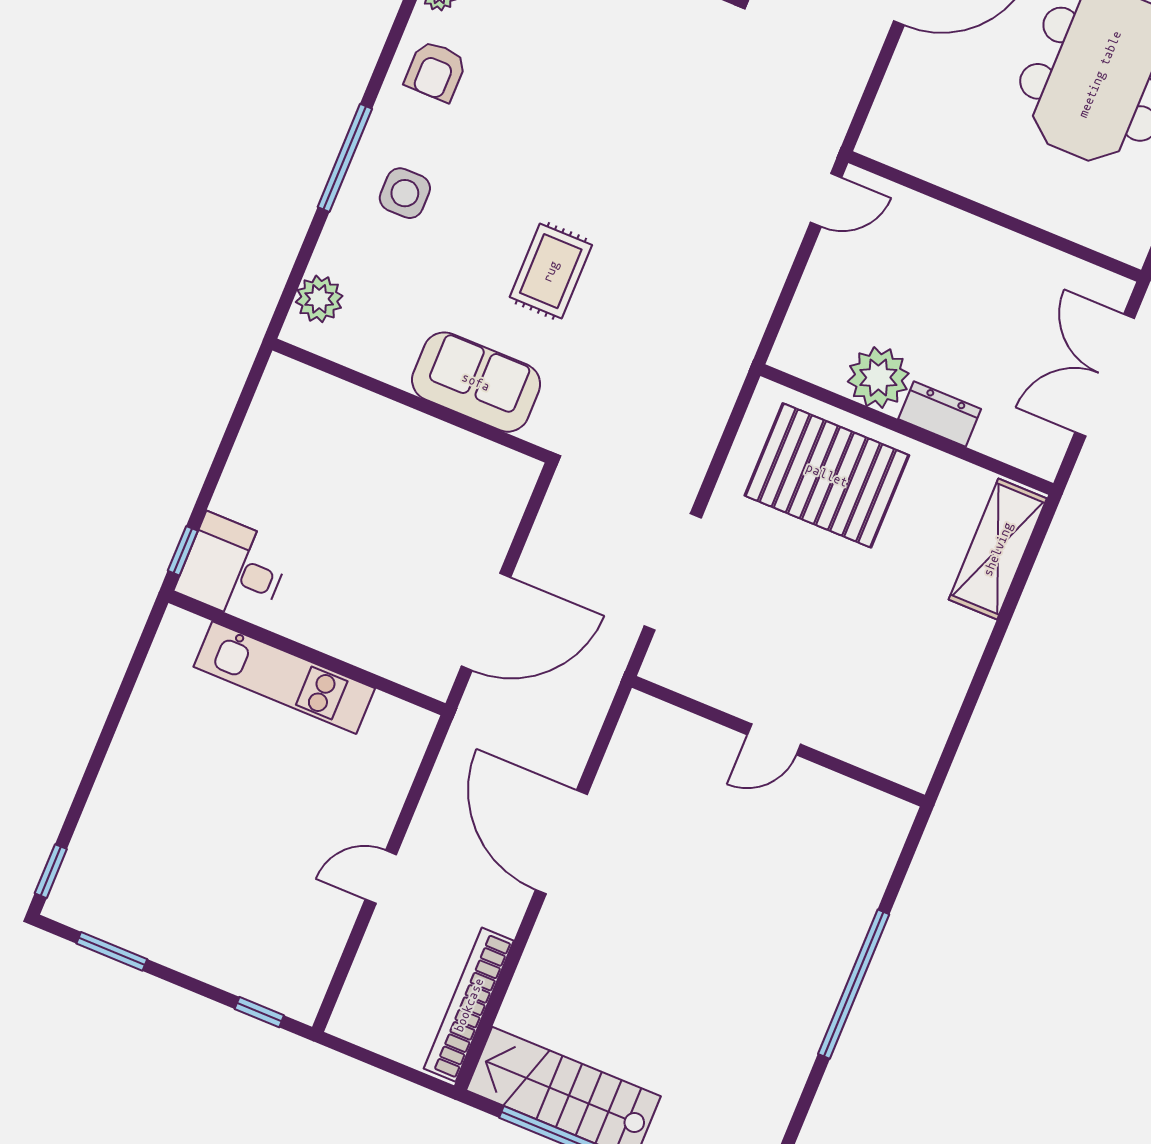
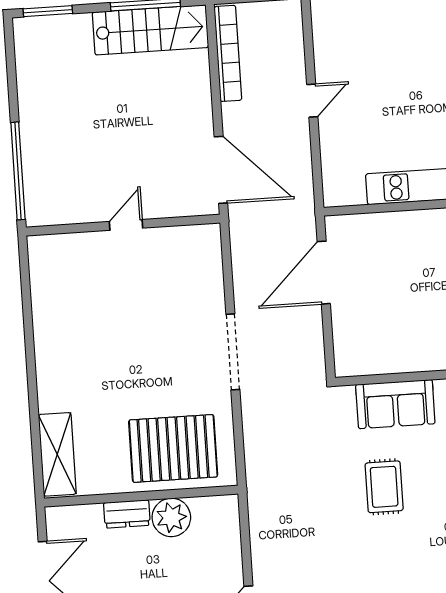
door: (774, 739) -> (126, 225), moved
wall: (778, 741) -> (123, 225), moved

